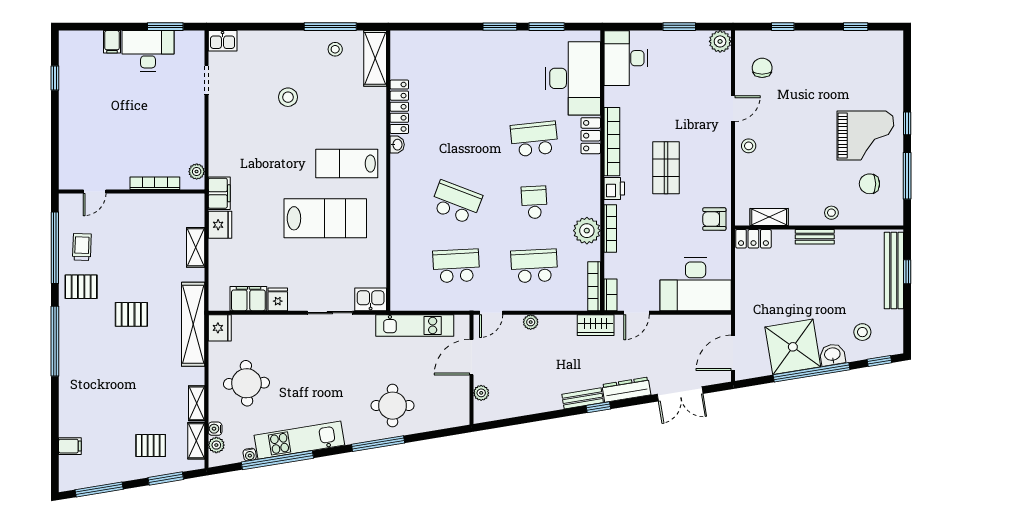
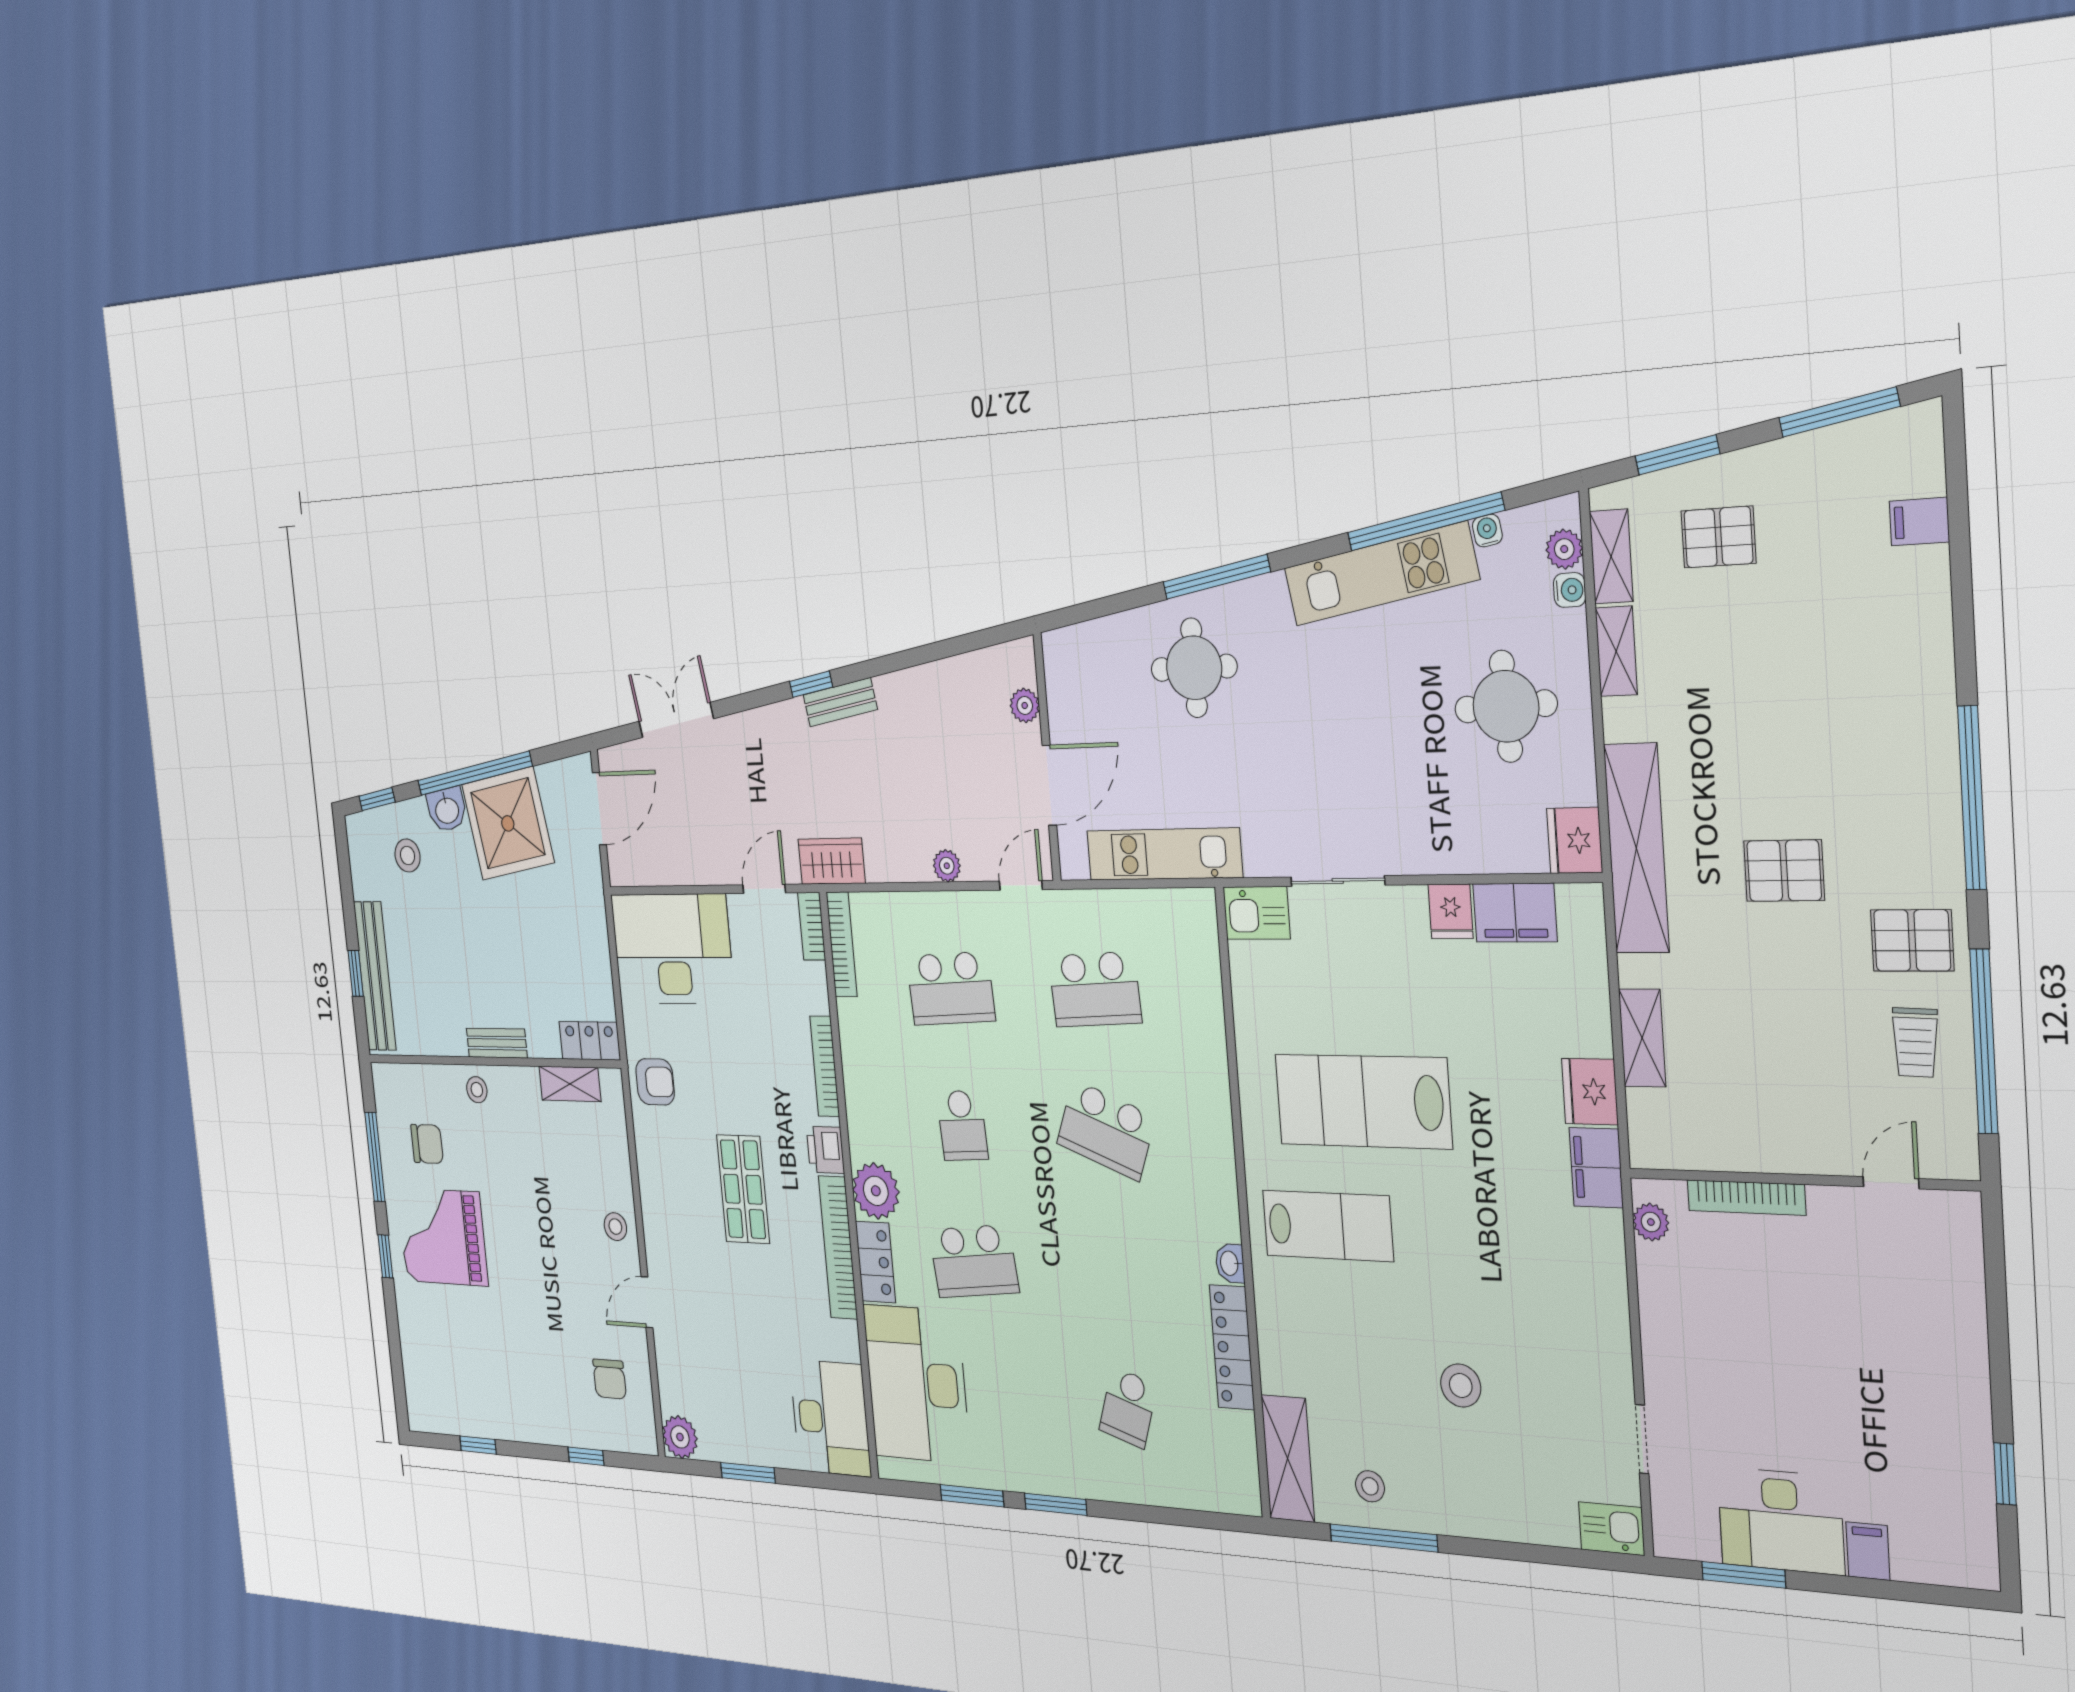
school desk: (456, 75) -> (1128, 1407), added
plant: (587, 231) -> (876, 1191), moved
dresser: (626, 390) -> (766, 725), removed

